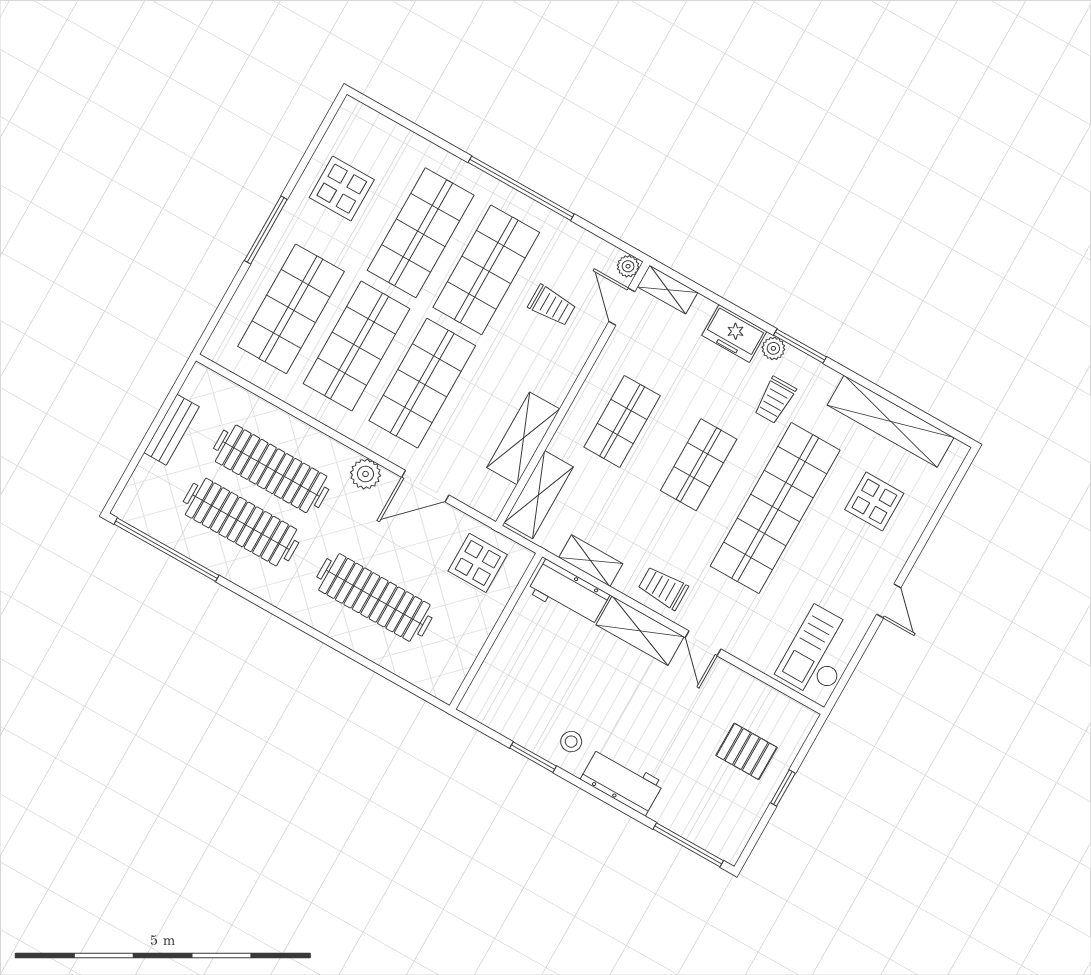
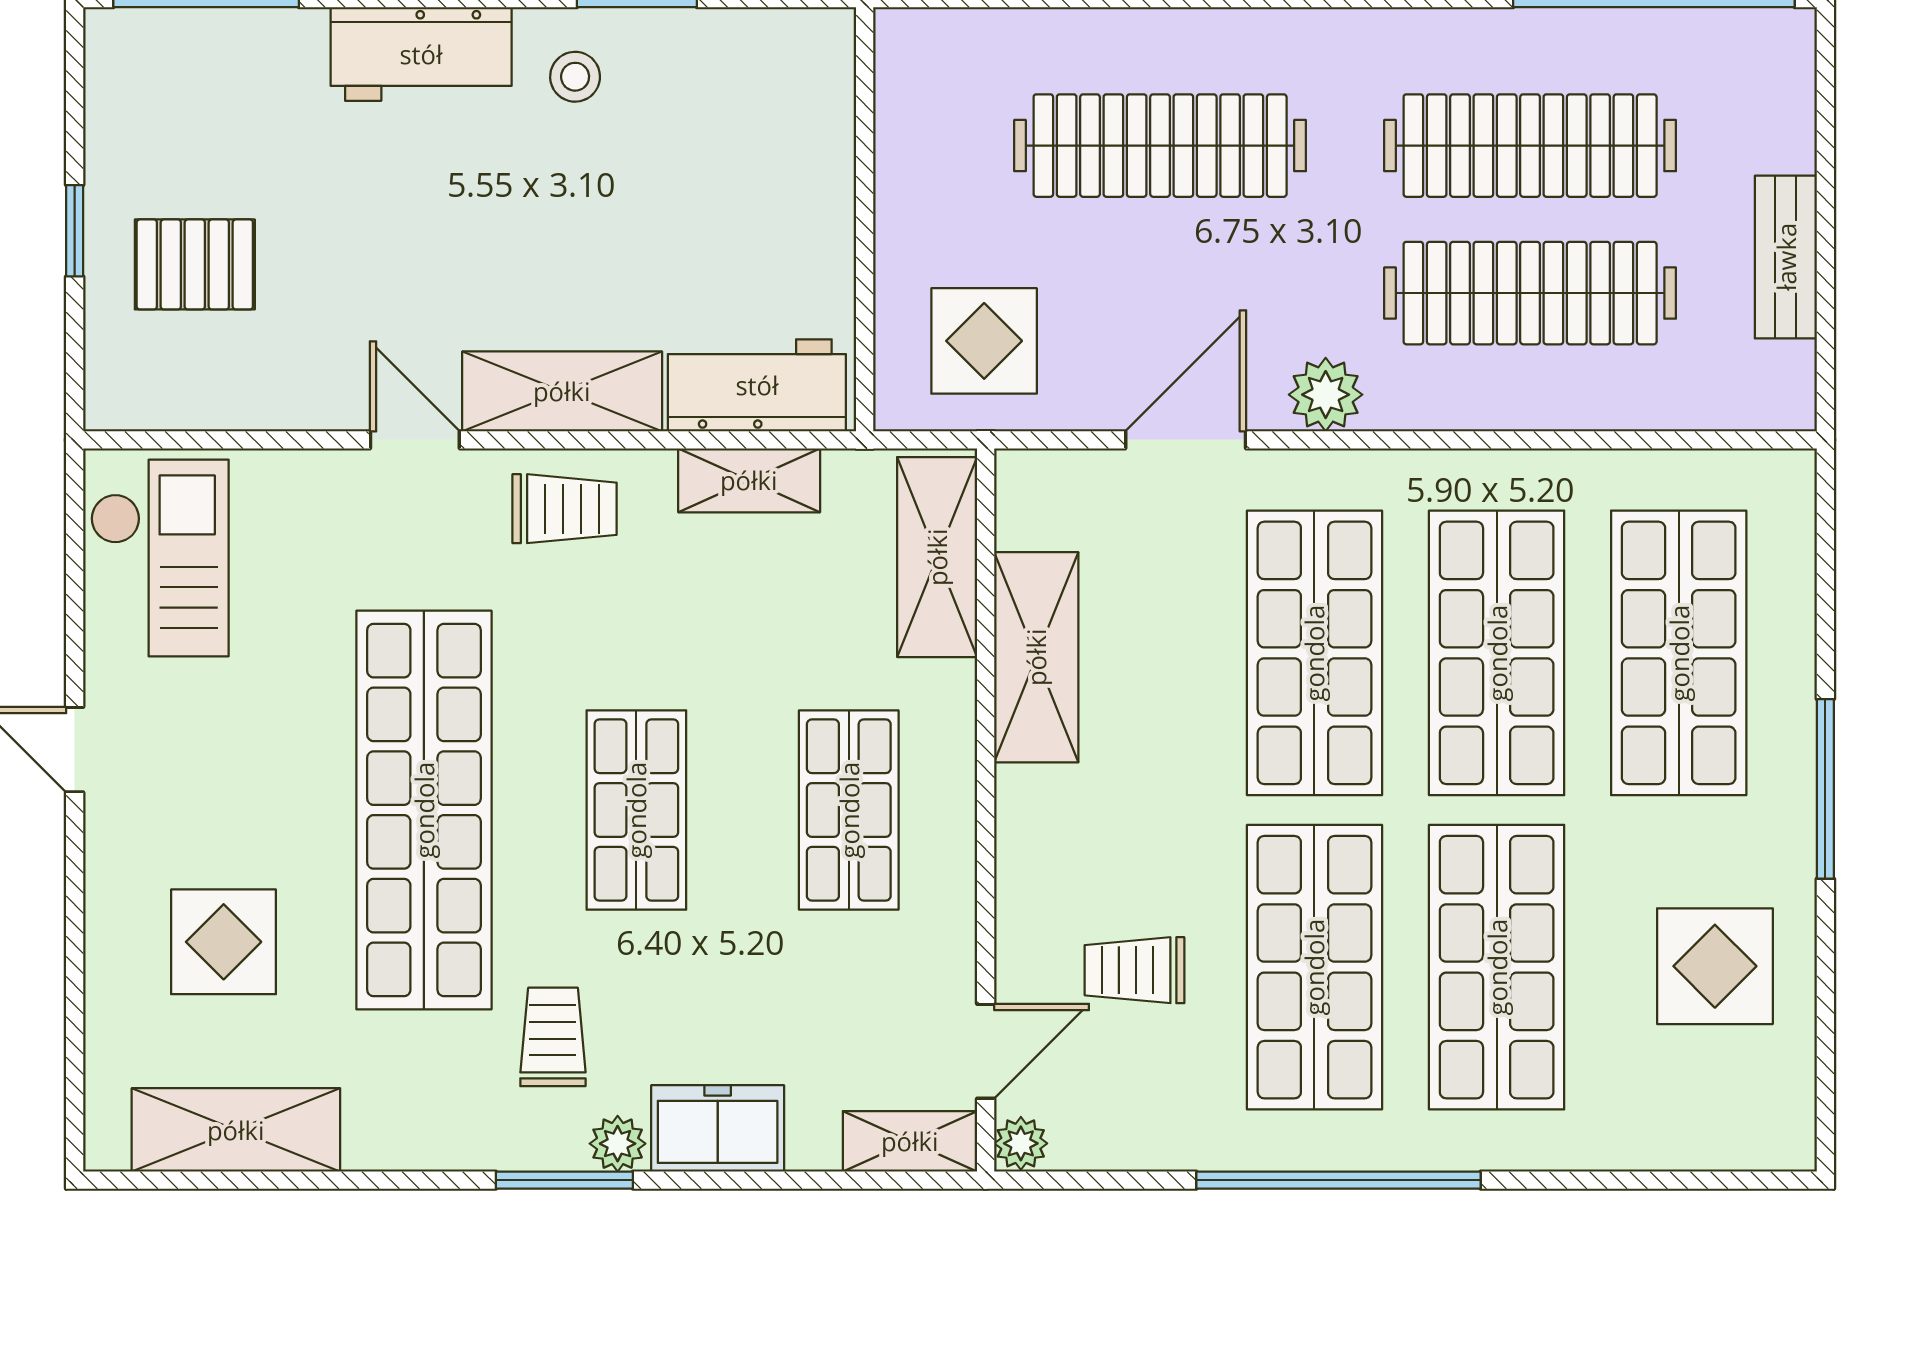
door: (622, 307) -> (986, 1051), hinge flipped
shelving: (891, 421) -> (236, 1130), width x0.68

